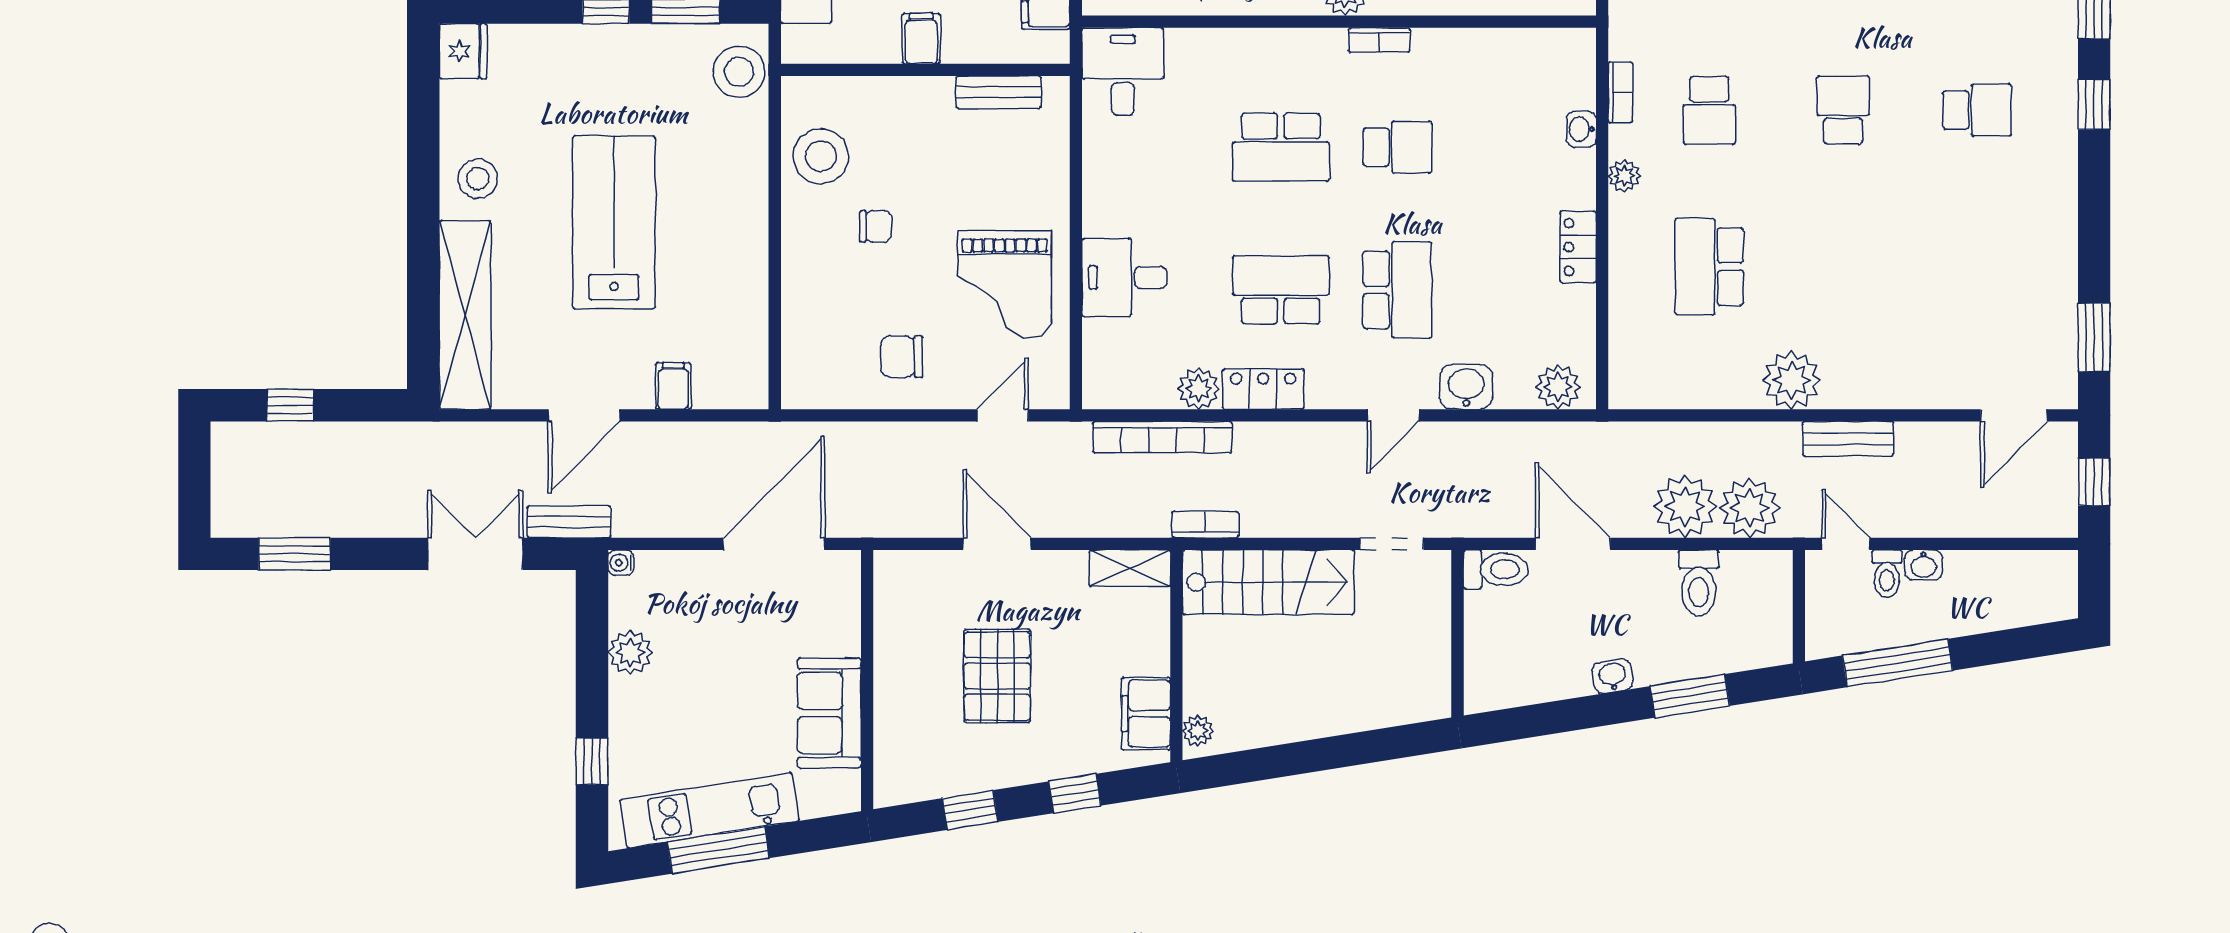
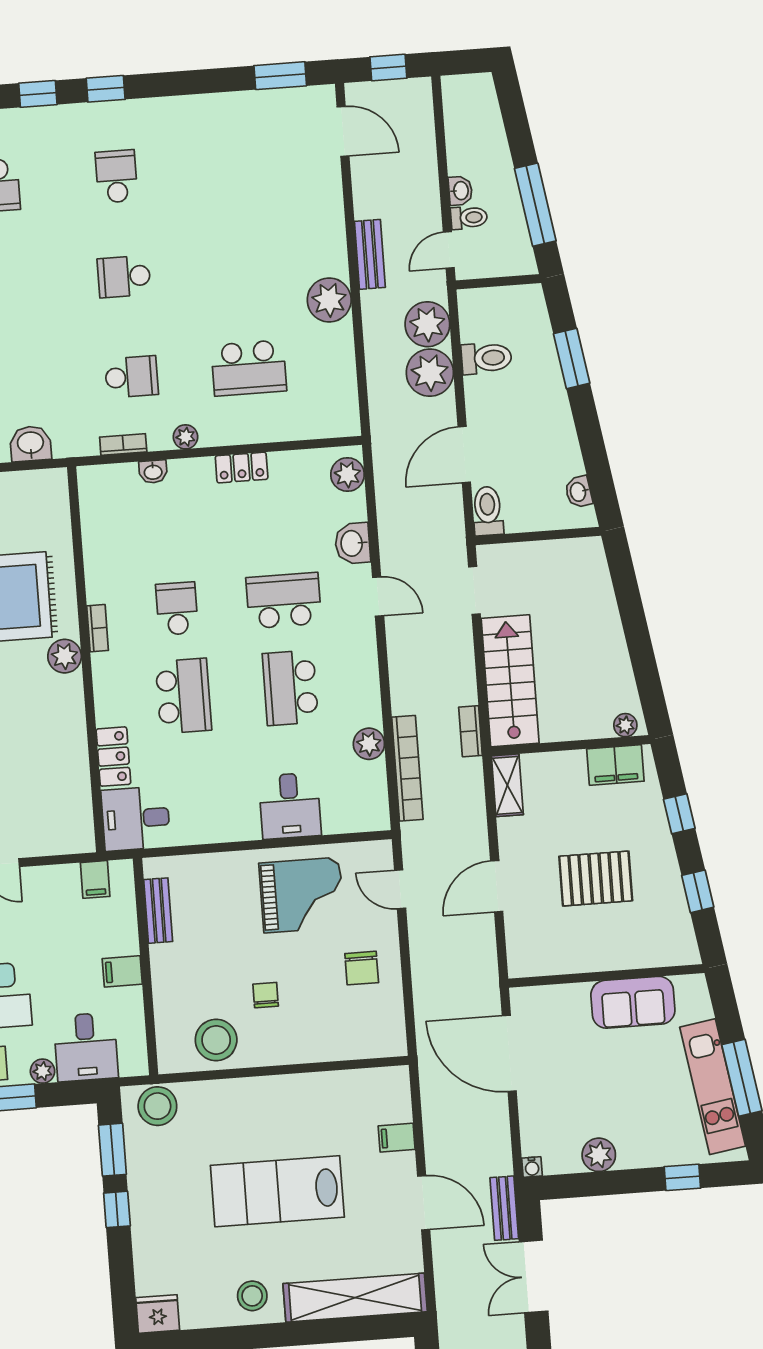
locker: (1263, 389) -> (113, 757), moved, turned 180
washbasin: (1613, 676) -> (579, 492), moved

